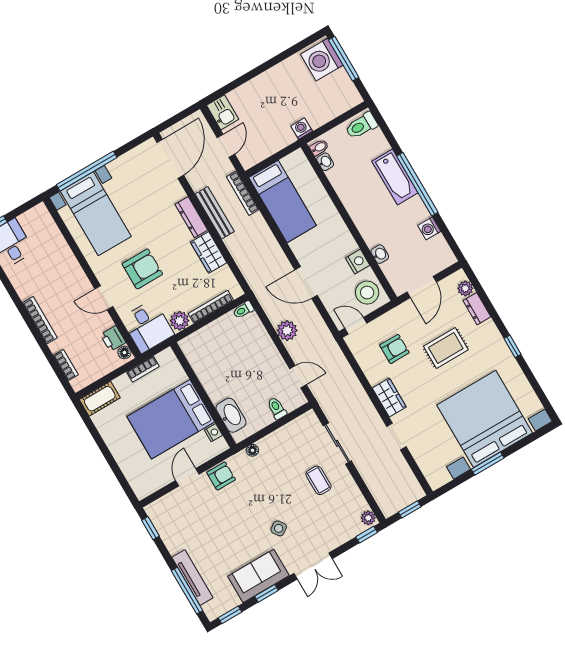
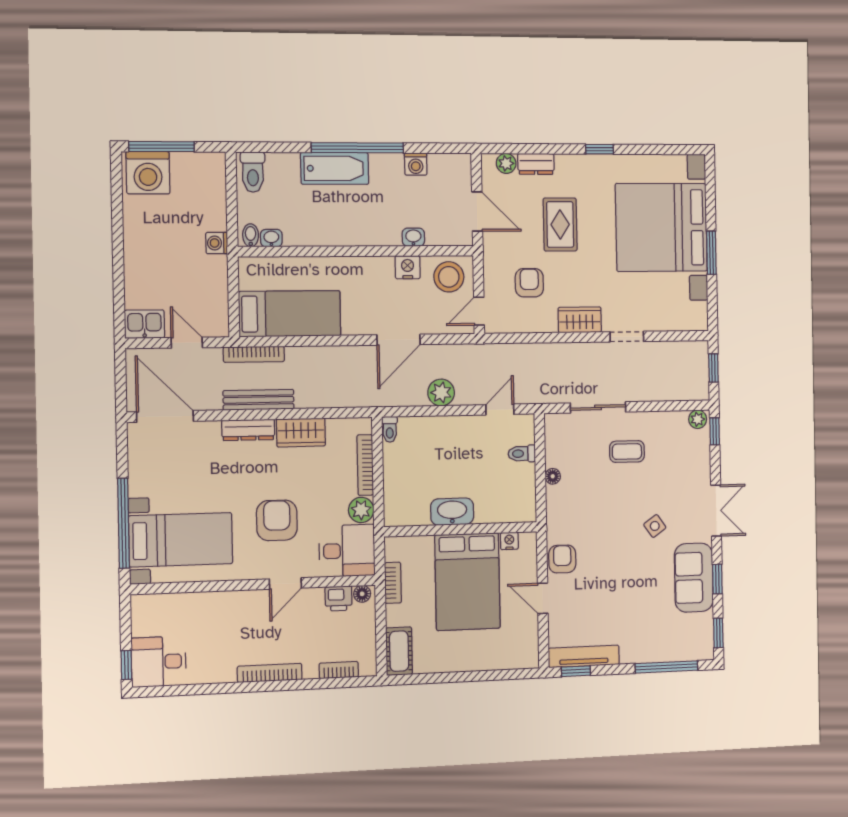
washbasin: (231, 415) -> (452, 512), moved
floor lamp: (252, 450) -> (553, 476), moved
tv unit: (192, 578) -> (584, 656), moved

